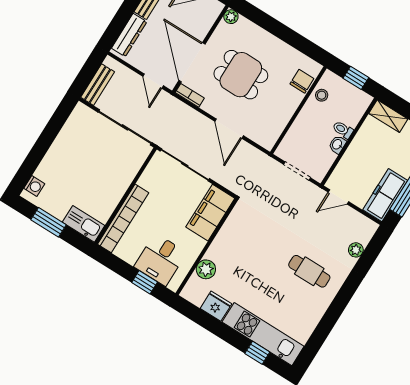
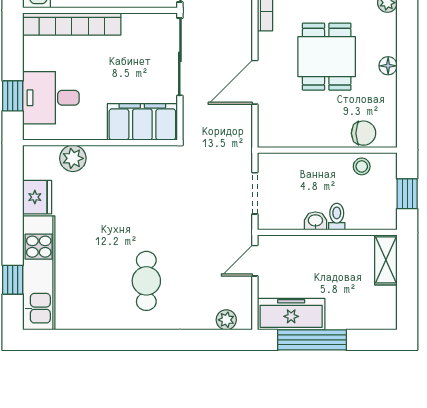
floor lamp: (270, 40) -> (388, 66), added
door: (338, 197) -> (255, 261), hinge flipped
plant: (356, 250) -> (226, 320), moved

